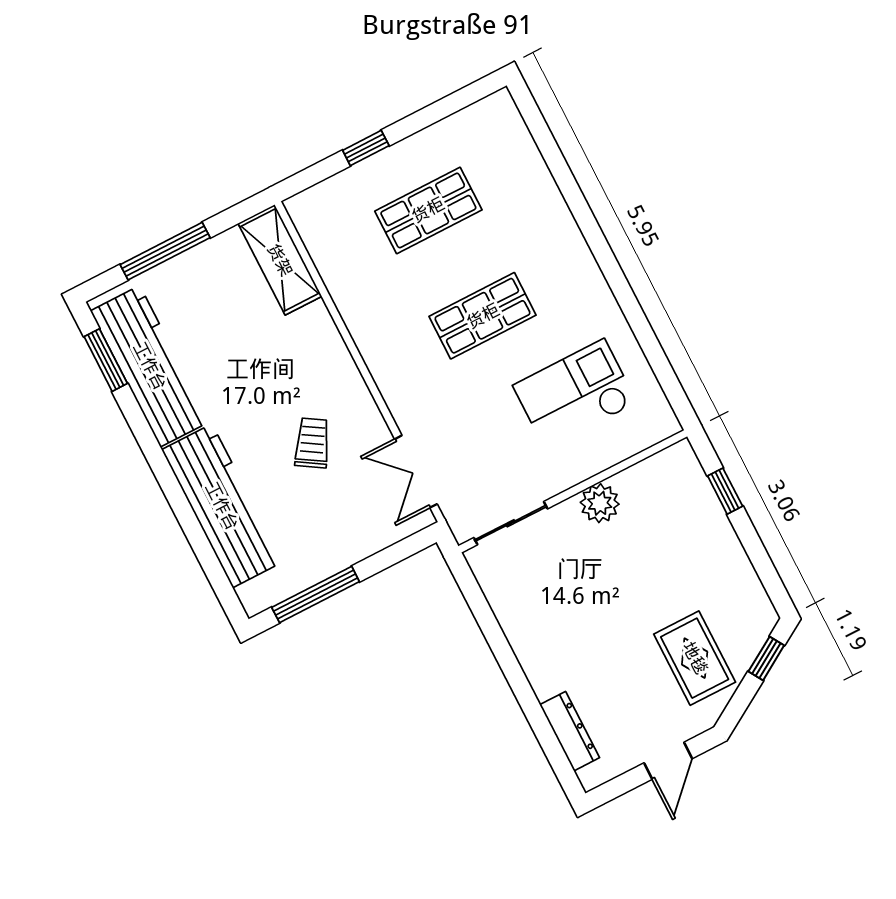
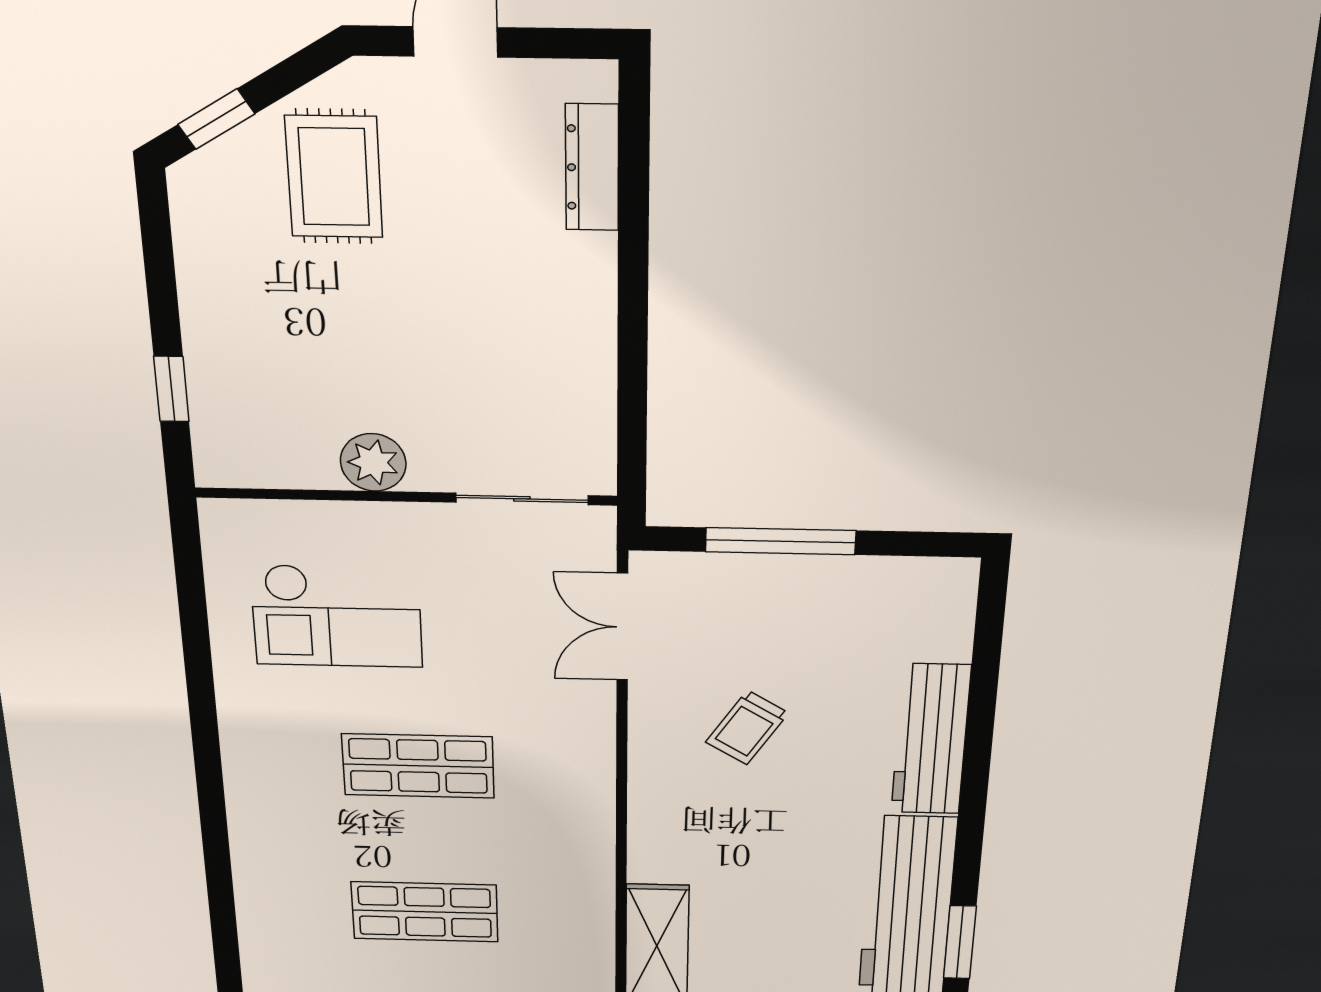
double door: (416, 472) -> (622, 627), swing flipped
workbench: (222, 506) -> (931, 739), width x0.73, depth x0.76
window: (316, 595) -> (781, 541), moved

